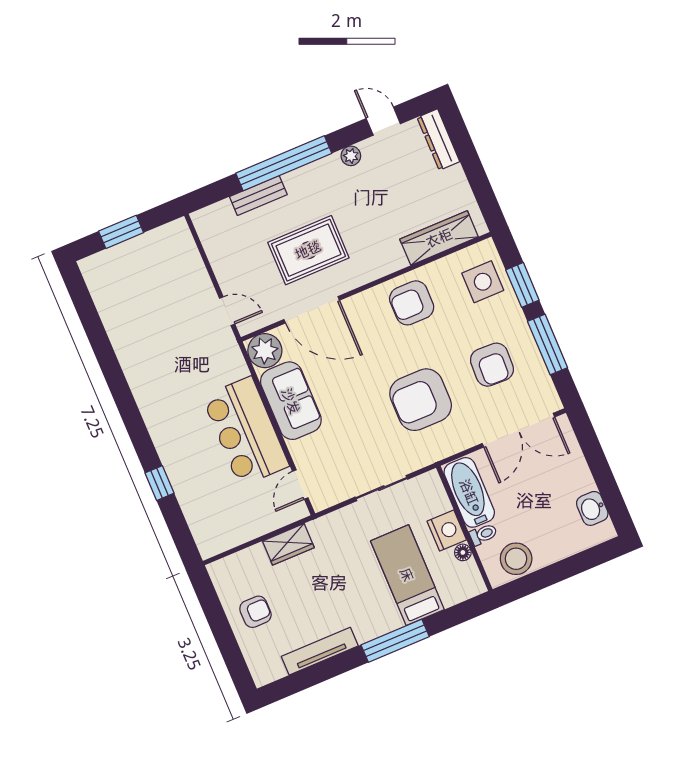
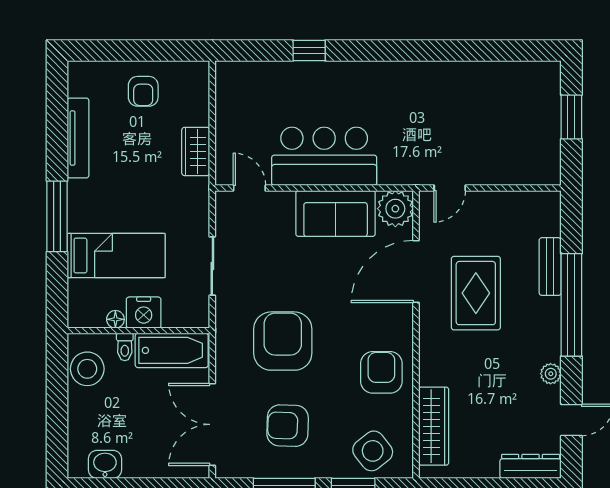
side table: (483, 282) -> (373, 451), turned -38

